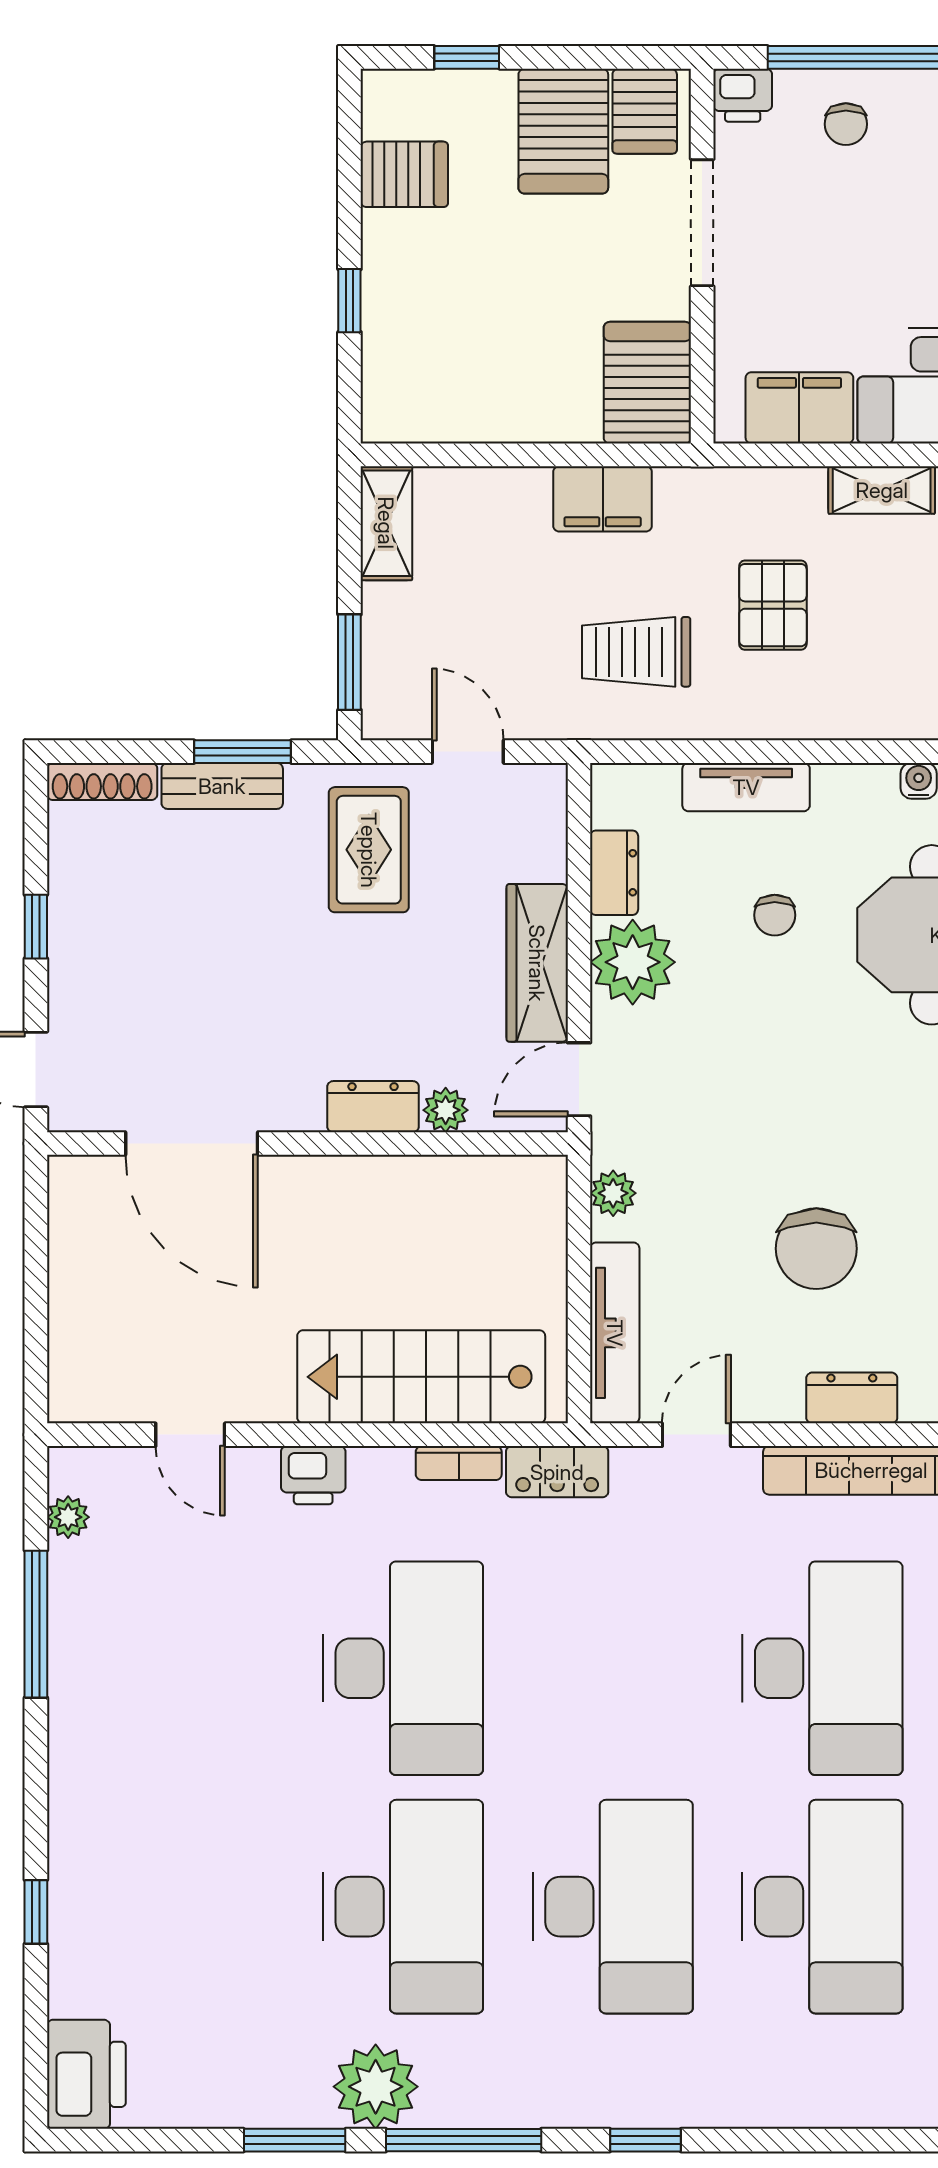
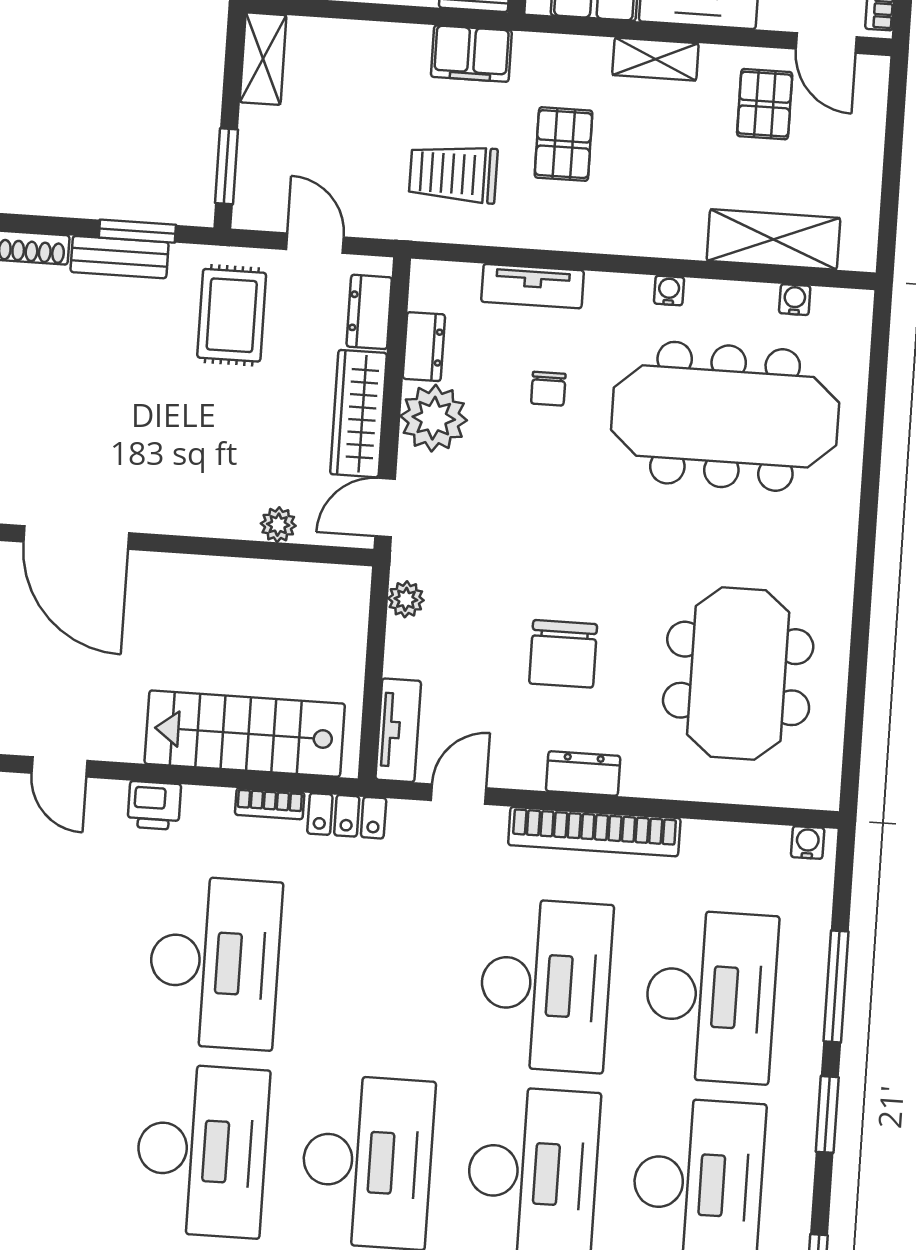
filing cabinet: (603, 499) -> (471, 54), moved
dresser: (373, 1107) -> (369, 312), moved, turned -90
tv unit: (615, 1333) -> (398, 730), width x0.71

